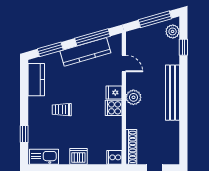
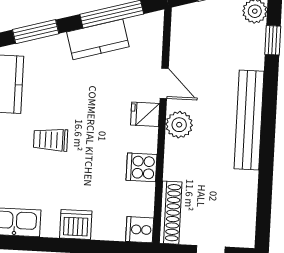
kitchen counter: (85, 52) -> (98, 39), width x0.67
door: (124, 64) -> (164, 83), moved
cooker: (114, 108) -> (142, 167), moved

